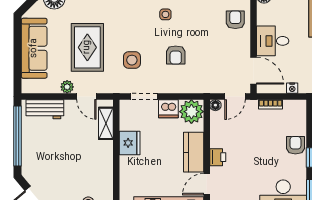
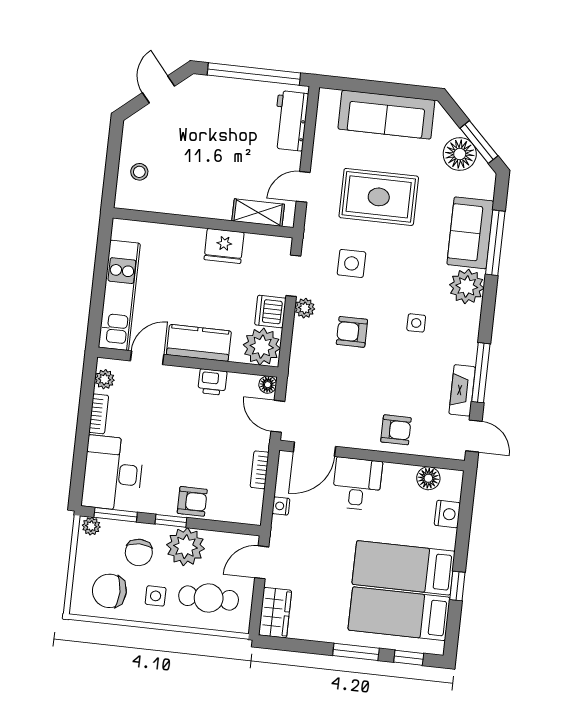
plant: (67, 87) -> (305, 308), moved
printer: (218, 157) -> (212, 382), moved
door: (207, 184) -> (147, 358), hinge flipped

